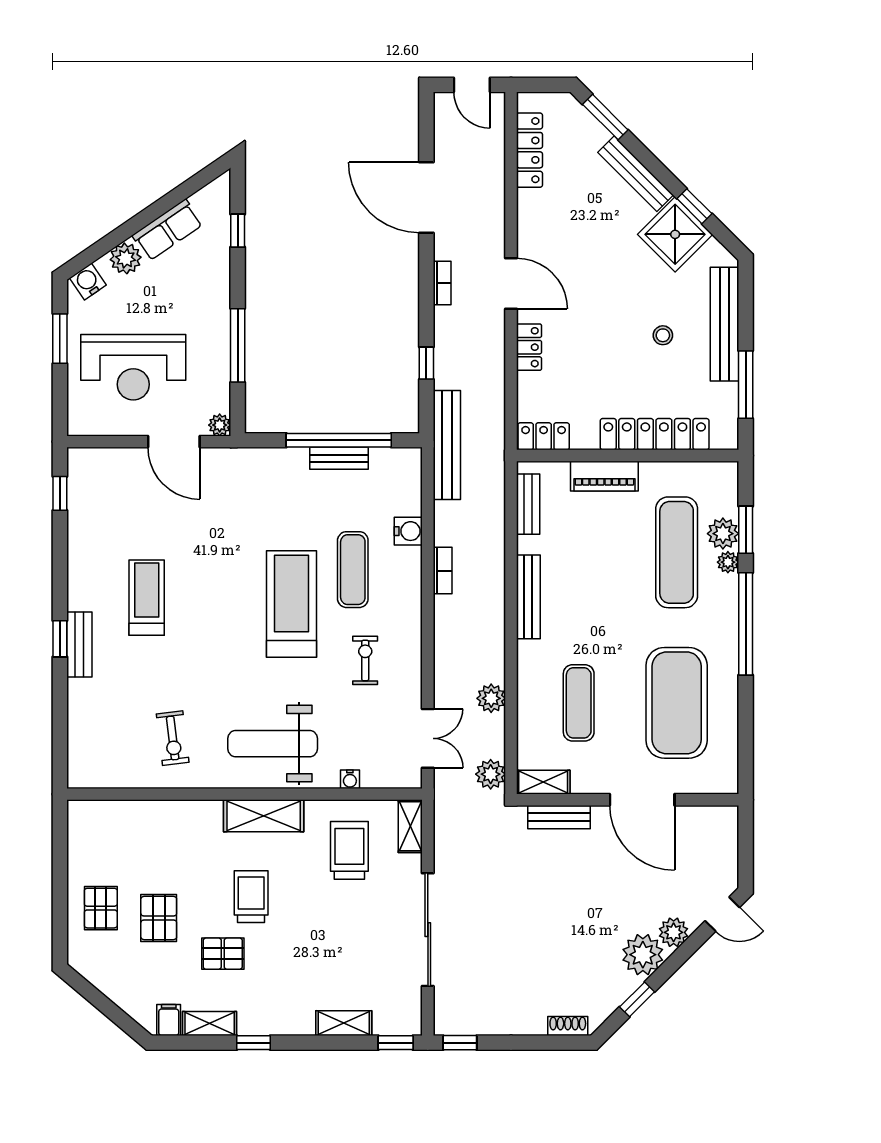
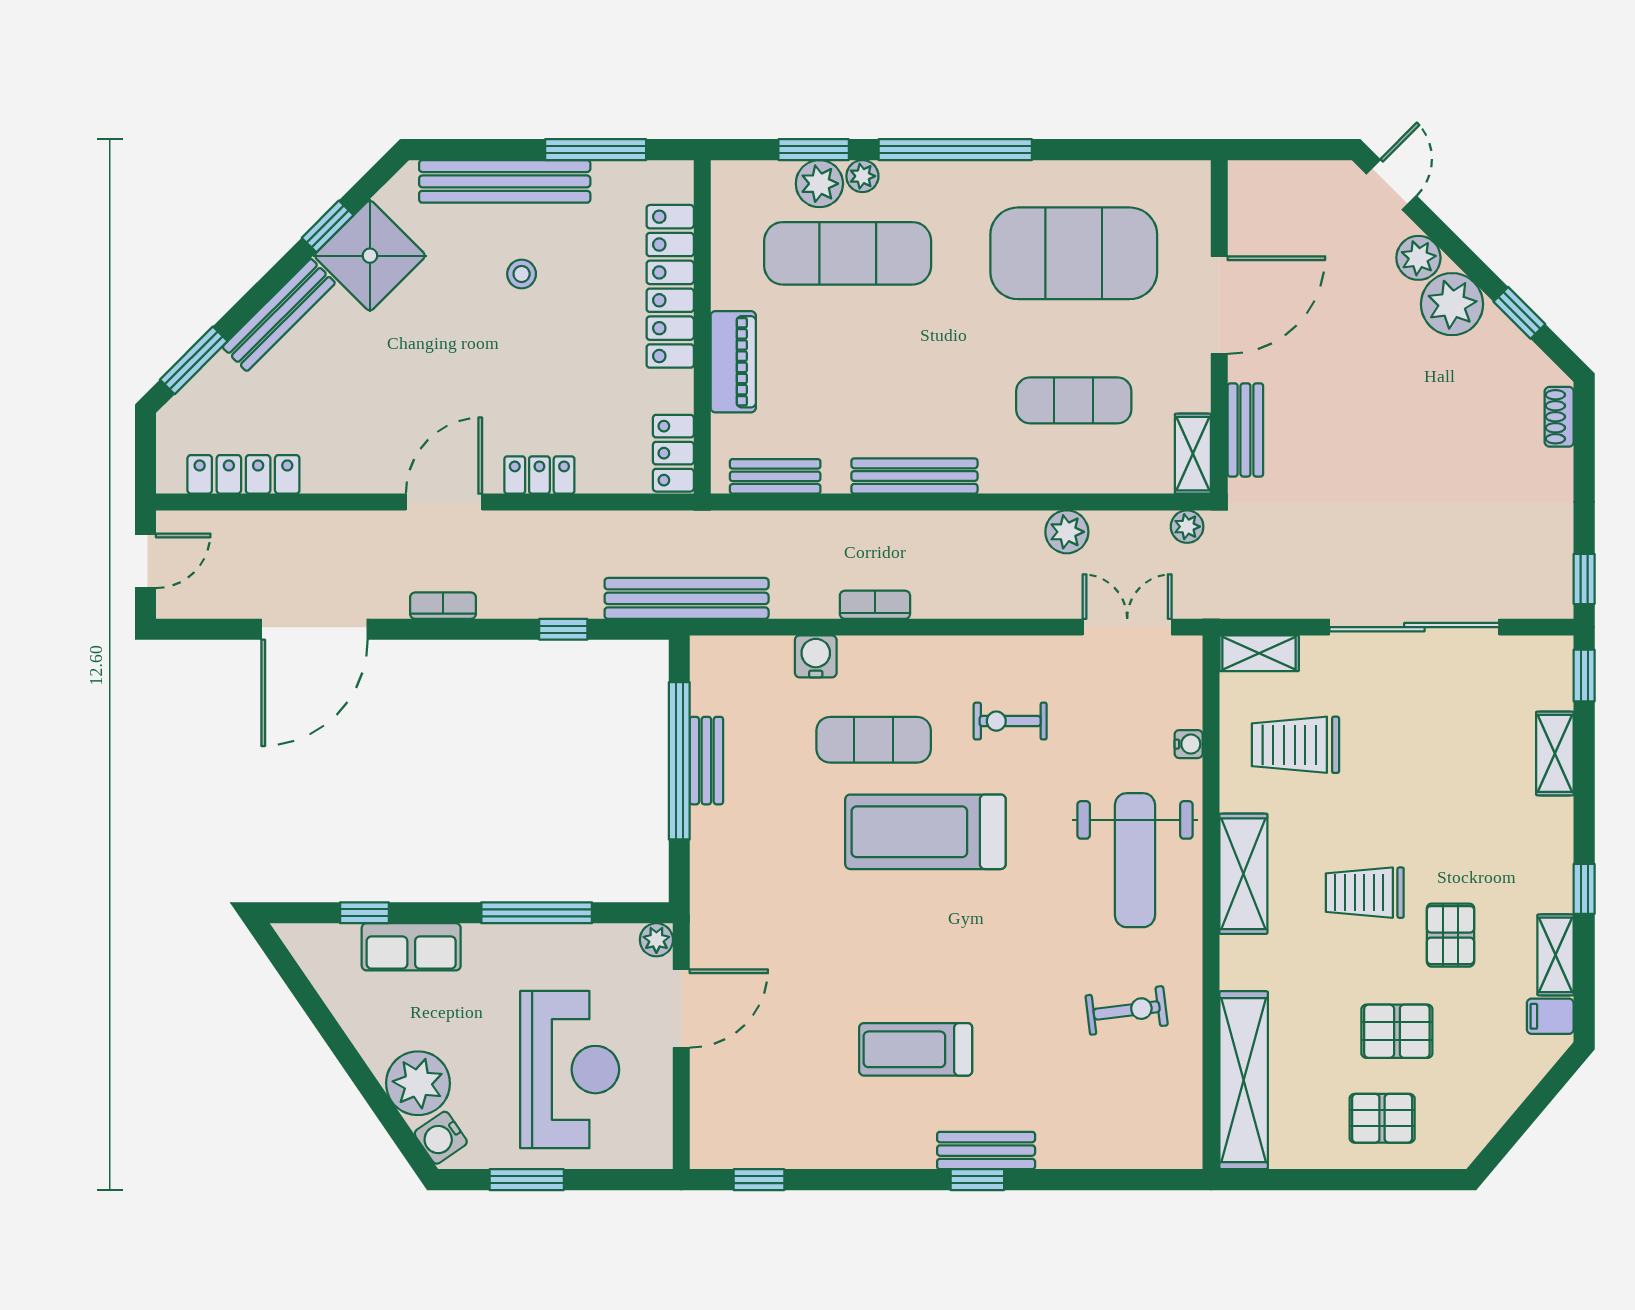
row of seats: (167, 230) -> (411, 947), moved, turned 124
plant: (126, 258) -> (418, 1083), width x1.36, depth x1.36
plant: (491, 774) -> (1187, 527), width x0.73, depth x0.73
shelving: (126, 816) -> (1244, 1080), added

